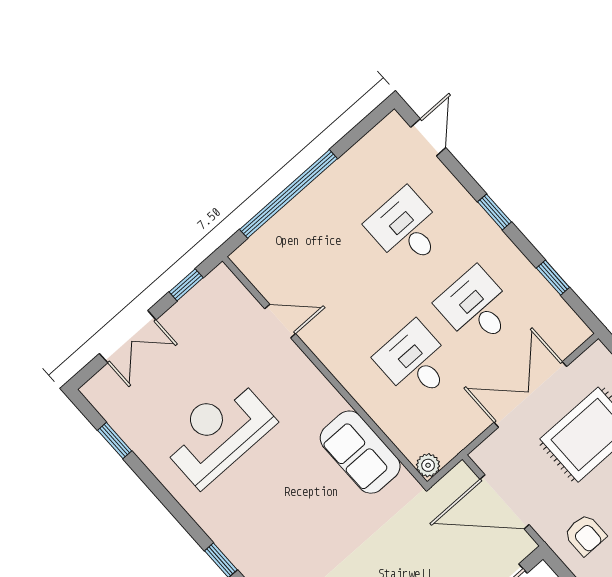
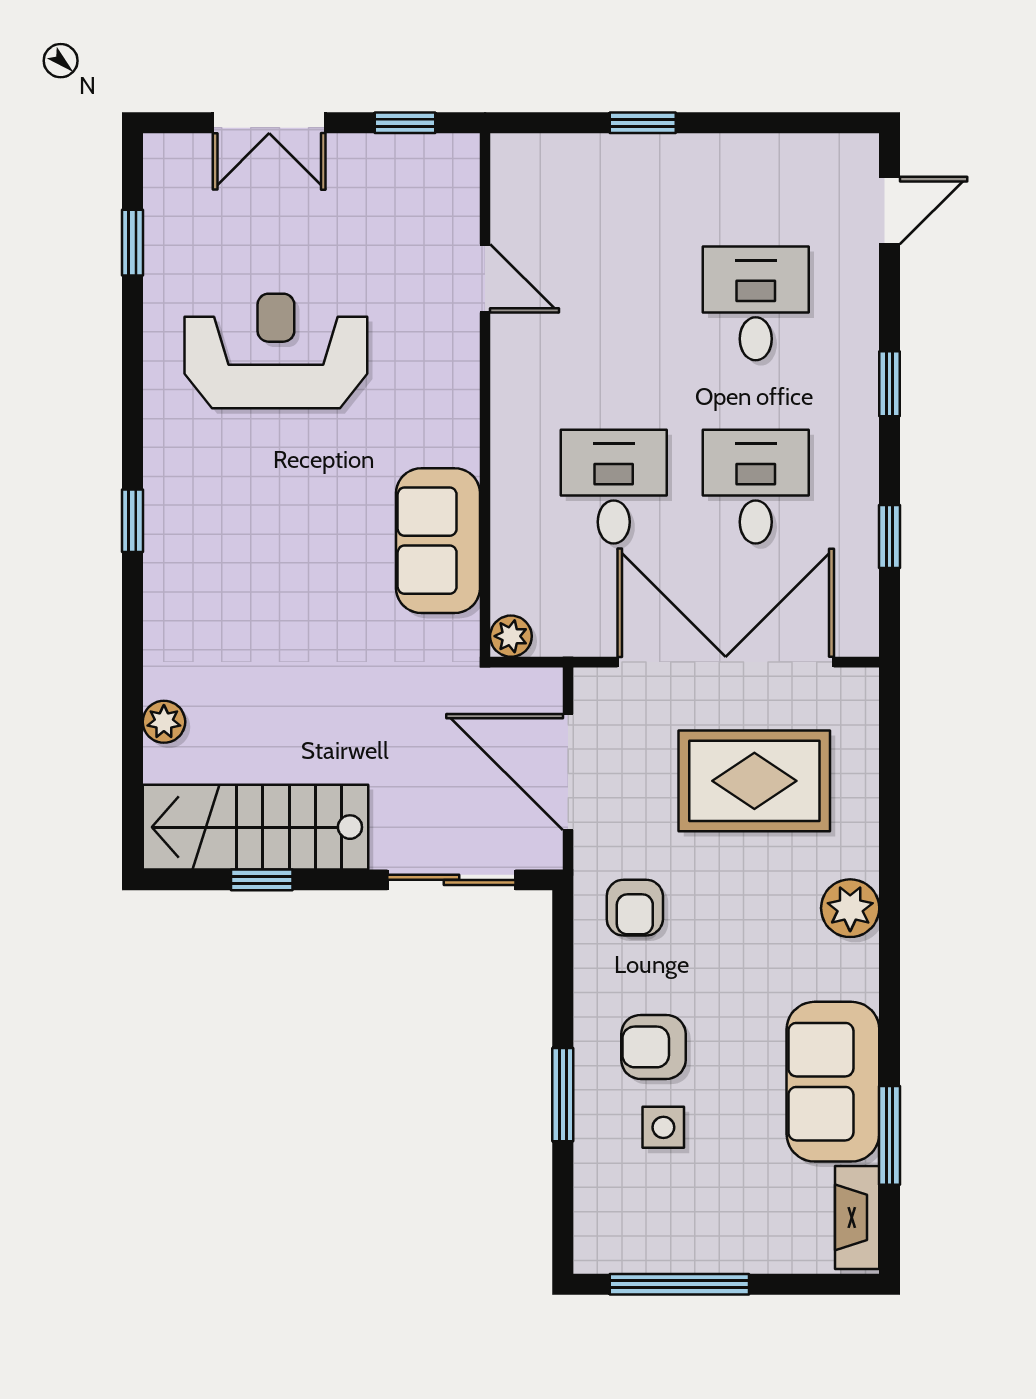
window: (289, 194) -> (643, 123), width x0.32
double door: (530, 394) -> (726, 662), width x1.36

